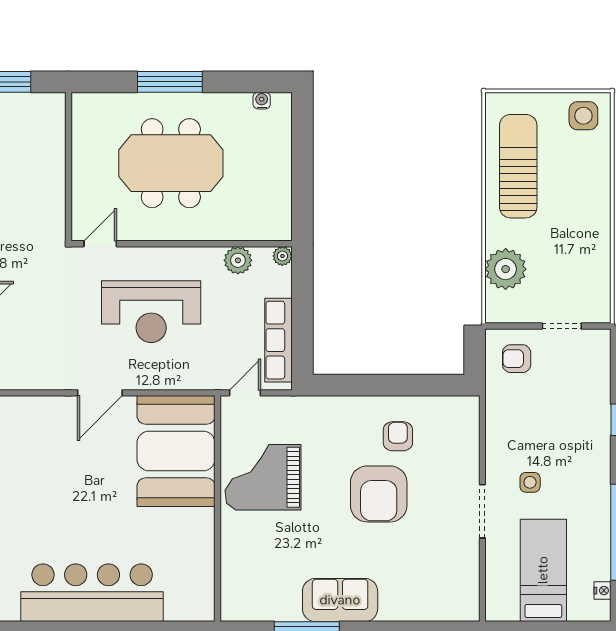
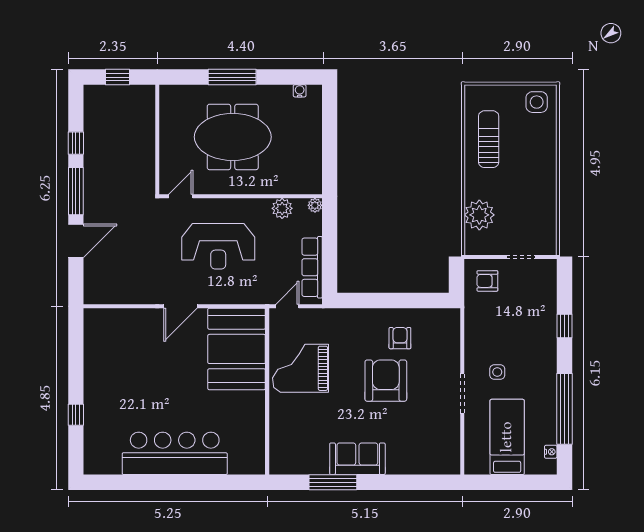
sun lounger: (518, 166) -> (489, 139), width x0.73, depth x0.75
armchair: (379, 494) -> (386, 381), turned 180

